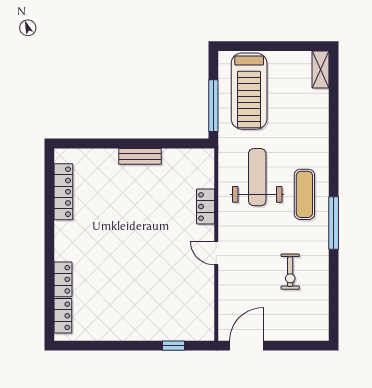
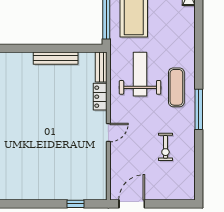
bench: (140, 156) -> (56, 58), width x1.36
bench: (207, 168) -> (101, 67), added
door: (216, 253) -> (108, 133), swing flipped

